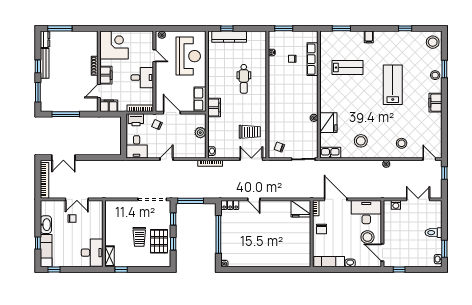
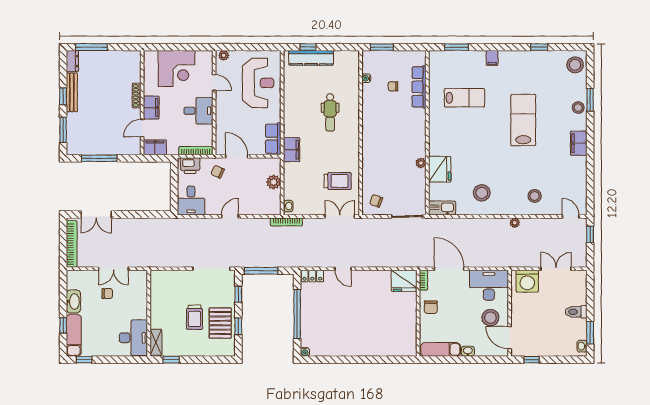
corner desk: (114, 45) -> (177, 69), moved, turned 90
washing machine: (396, 205) -> (527, 281), width x1.89, depth x1.89

